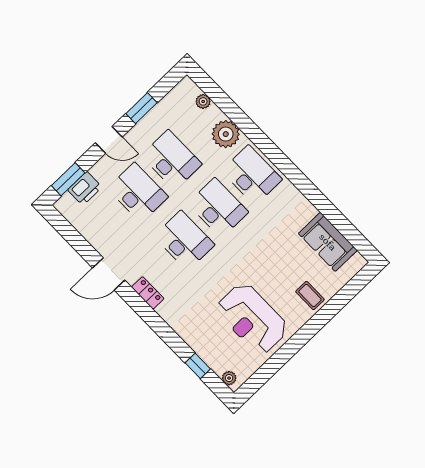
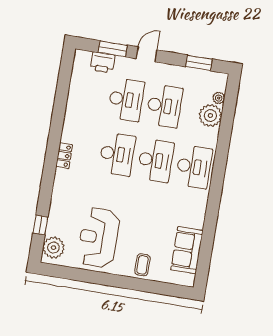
window: (142, 108) -> (199, 63), moved
plant: (226, 134) -> (210, 115), moved
door: (109, 140) -> (147, 54), swing flipped
window: (68, 179) -> (113, 49), moved
door: (109, 274) -> (57, 120), removed
plant: (229, 378) -> (53, 248), width x1.88, depth x1.88

